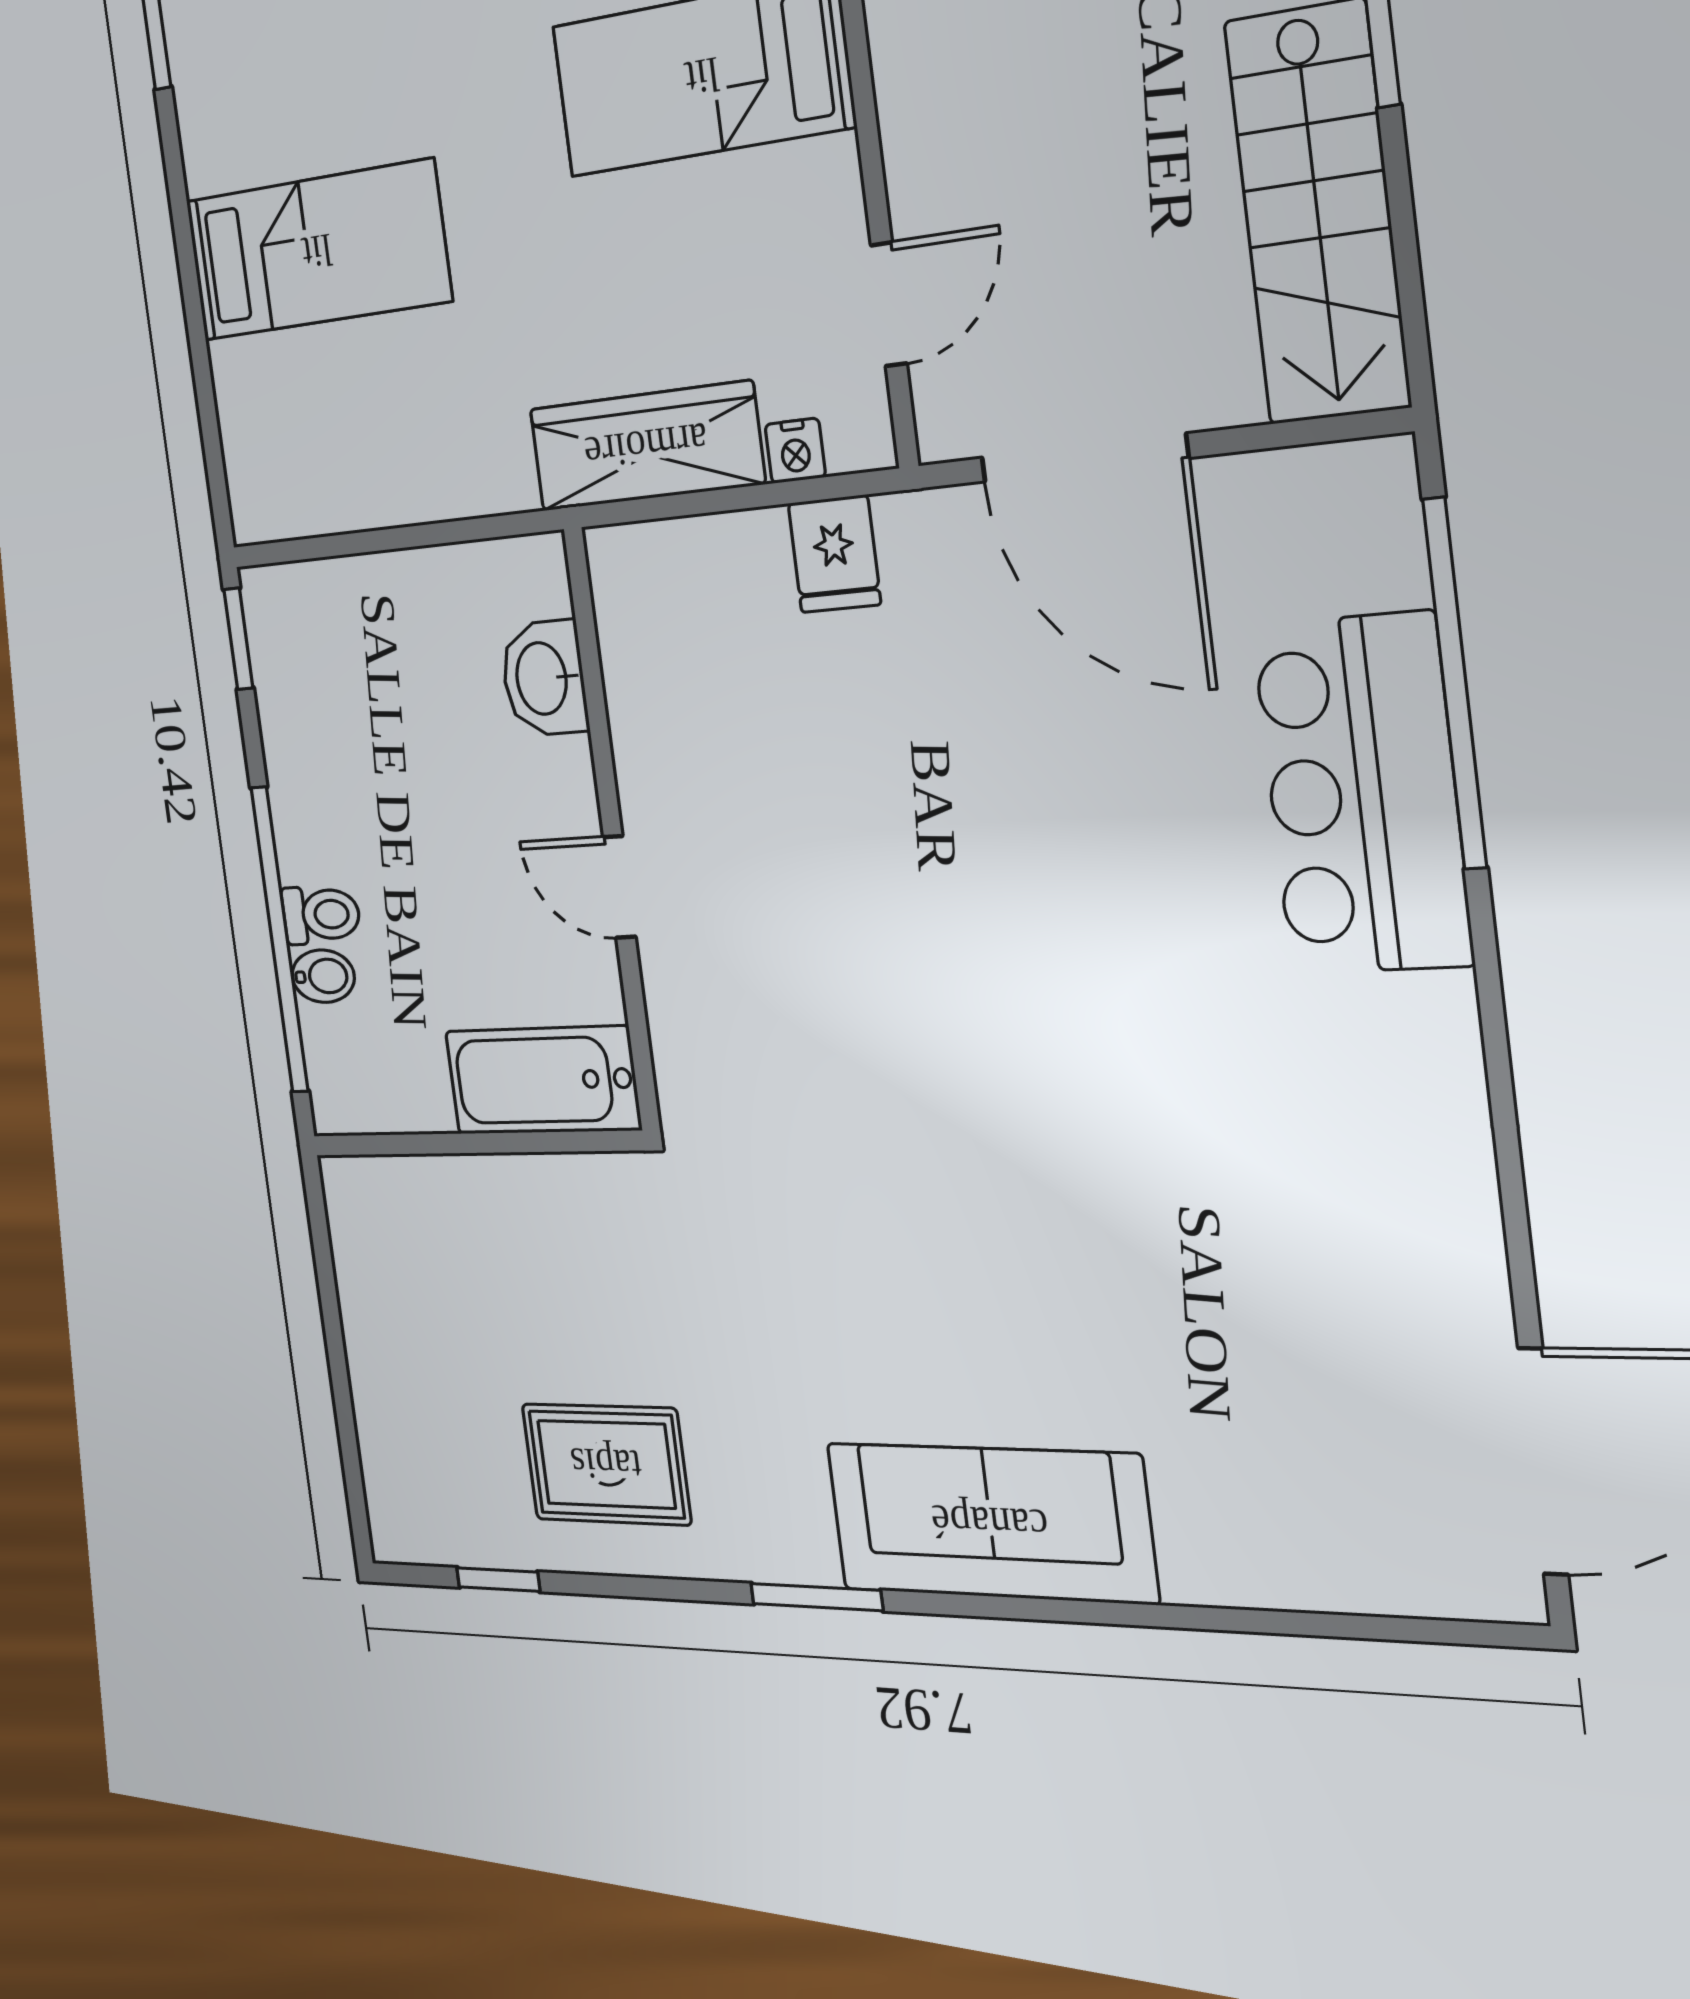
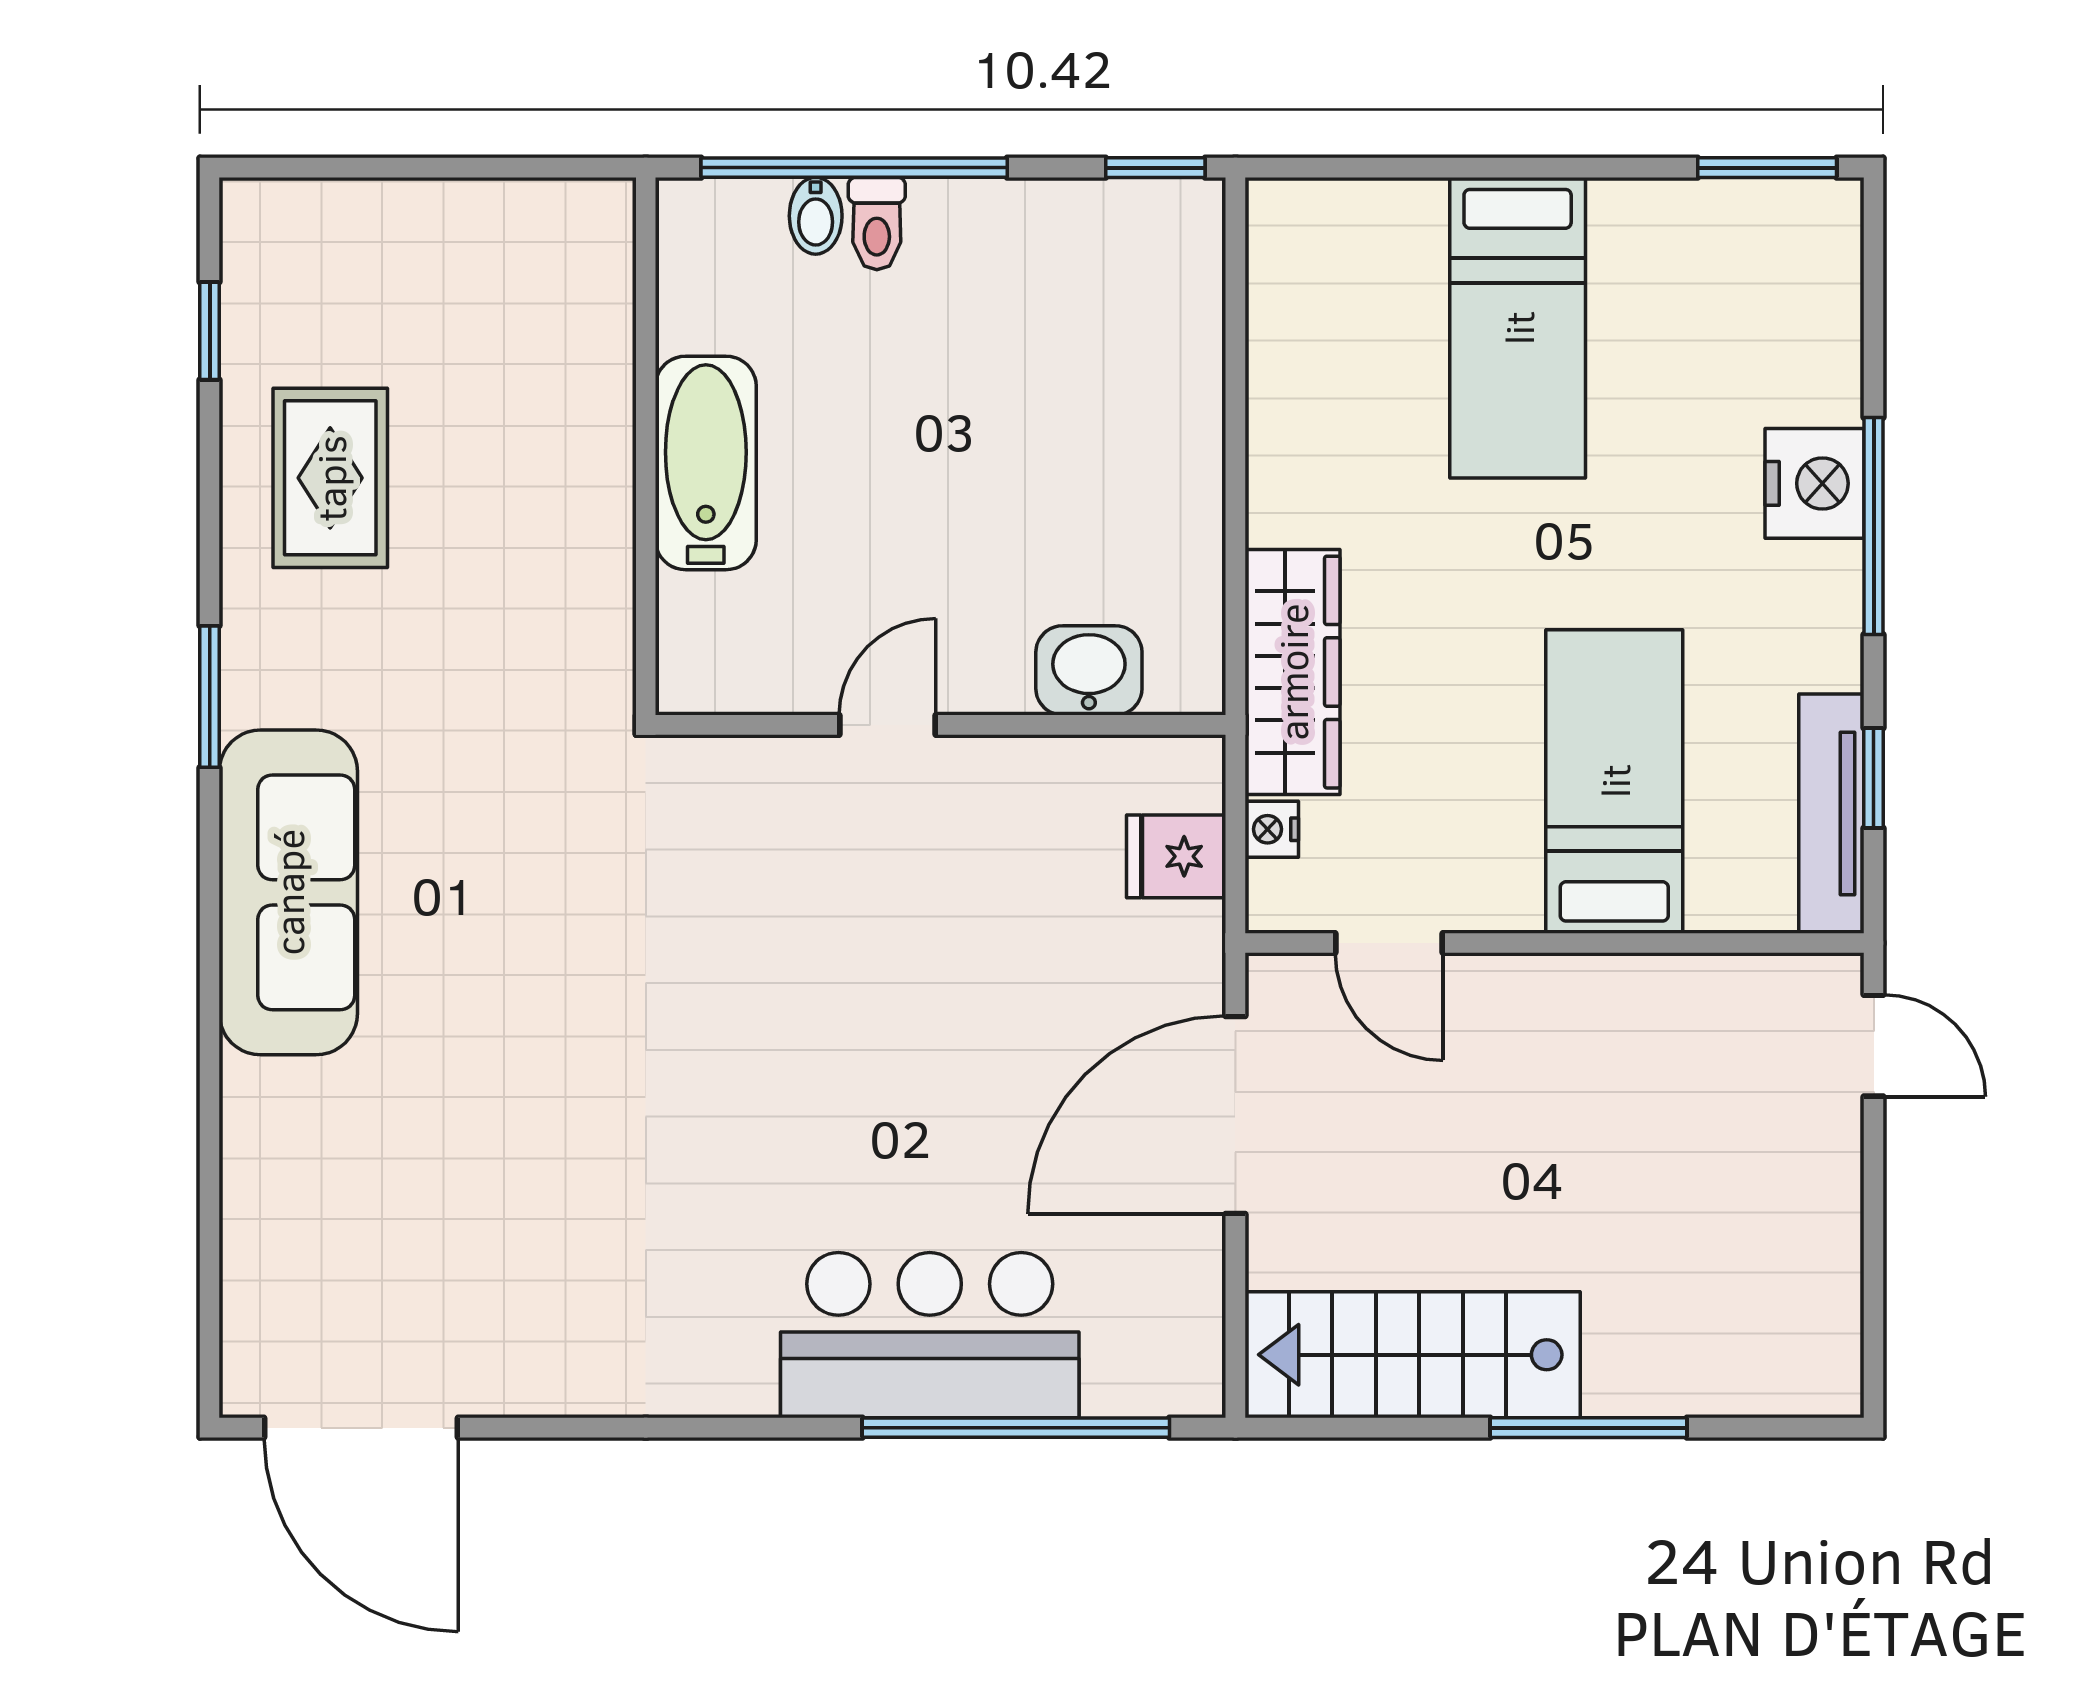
washbasin: (544, 678) -> (1089, 670), moved
wall: (612, 831) -> (941, 725), moved
door: (619, 887) -> (888, 725), moved

